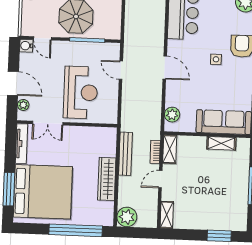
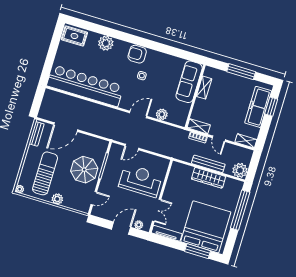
water cooler: (26, 46) -> (96, 211), removed
plant: (172, 115) -> (162, 114), moved
bench: (125, 154) -> (208, 164), moved
freezer: (214, 219) -> (258, 107), added

